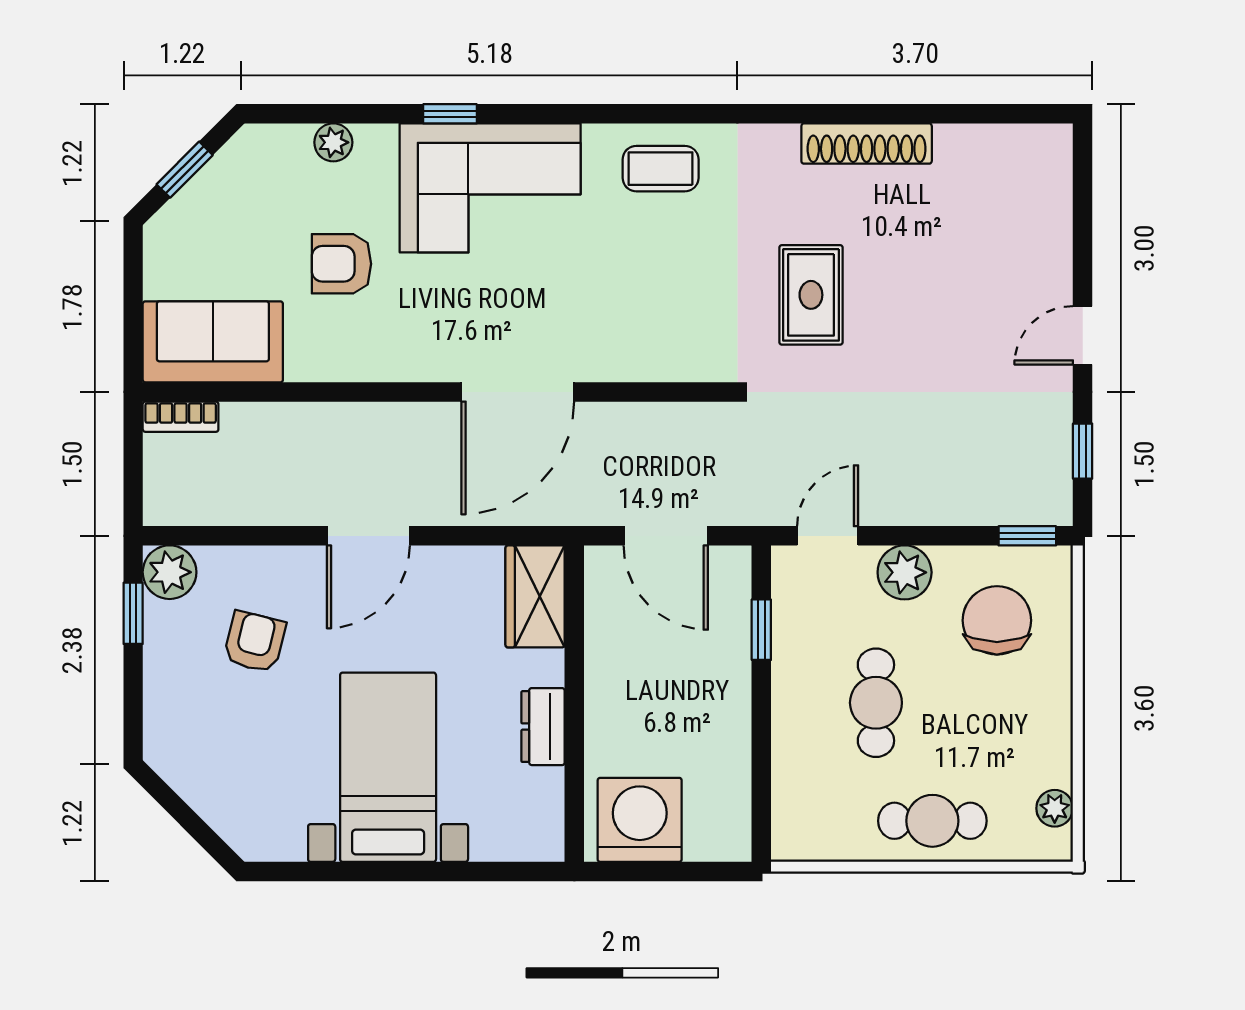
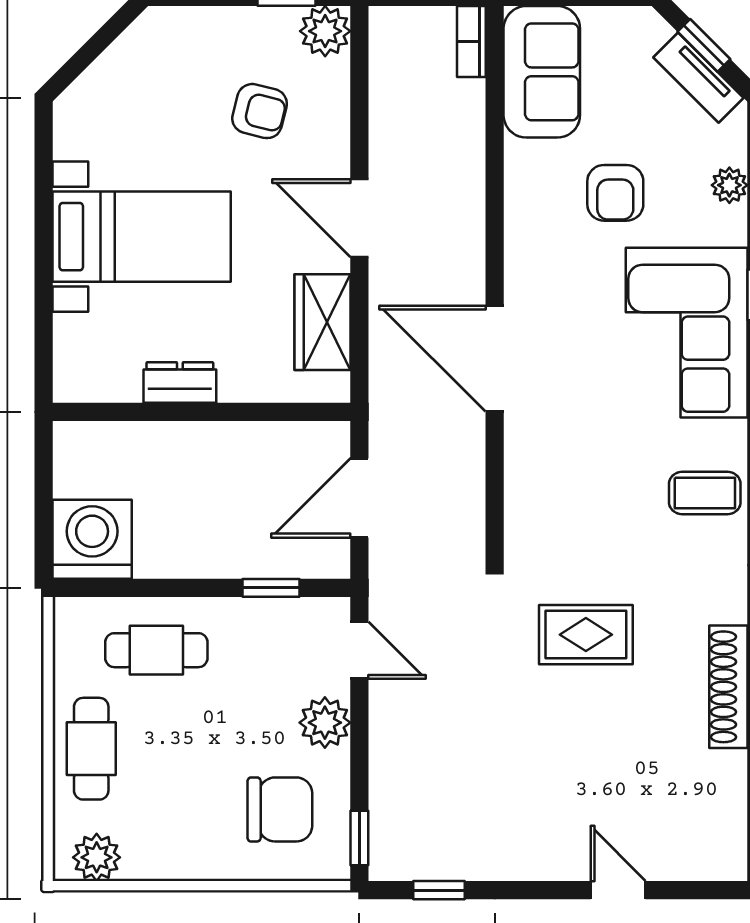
coffee table: (661, 169) -> (705, 493), turned 90
tv unit: (219, 175) -> (698, 78), added
armchair: (342, 264) -> (615, 193), turned 180
door: (1083, 335) -> (618, 890), moved
wardrobe: (535, 596) -> (322, 322), moved, turned -90
cafe table: (876, 703) -> (156, 650), moved
plant: (1055, 808) -> (97, 857), width x1.38, depth x1.38
washing machine: (640, 820) -> (92, 539), moved, turned -90

